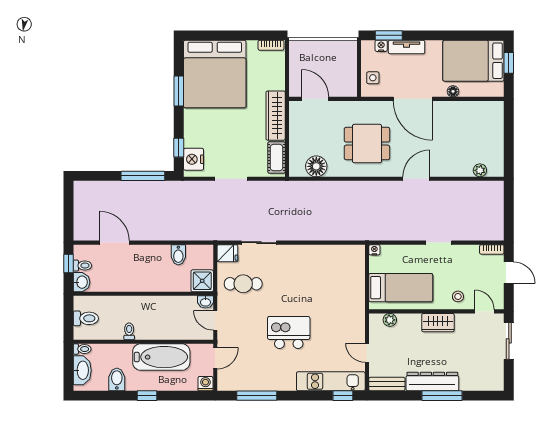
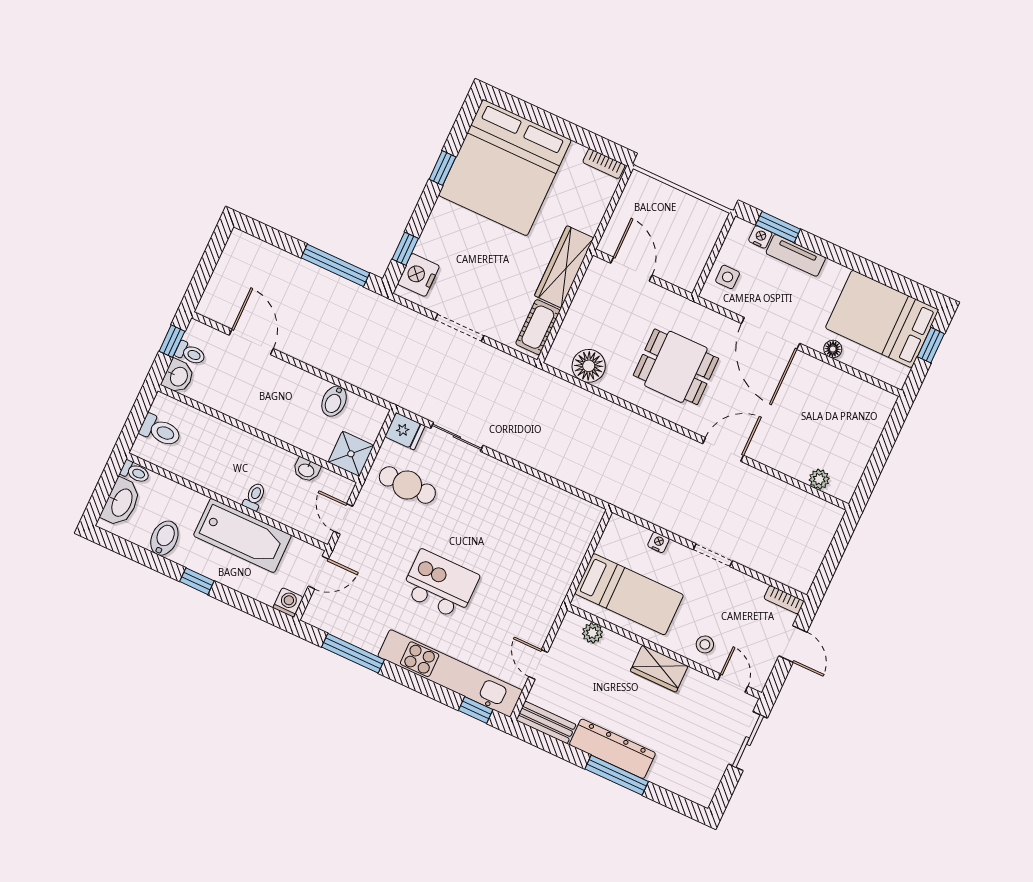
window: (179, 91) -> (442, 168), width x0.67
nightstand: (374, 250) -> (658, 542), moved
washbasin: (206, 302) -> (306, 470), moved
toilet: (129, 331) -> (254, 497), moved
kitchen unit: (331, 381) -> (450, 673), width x1.36

